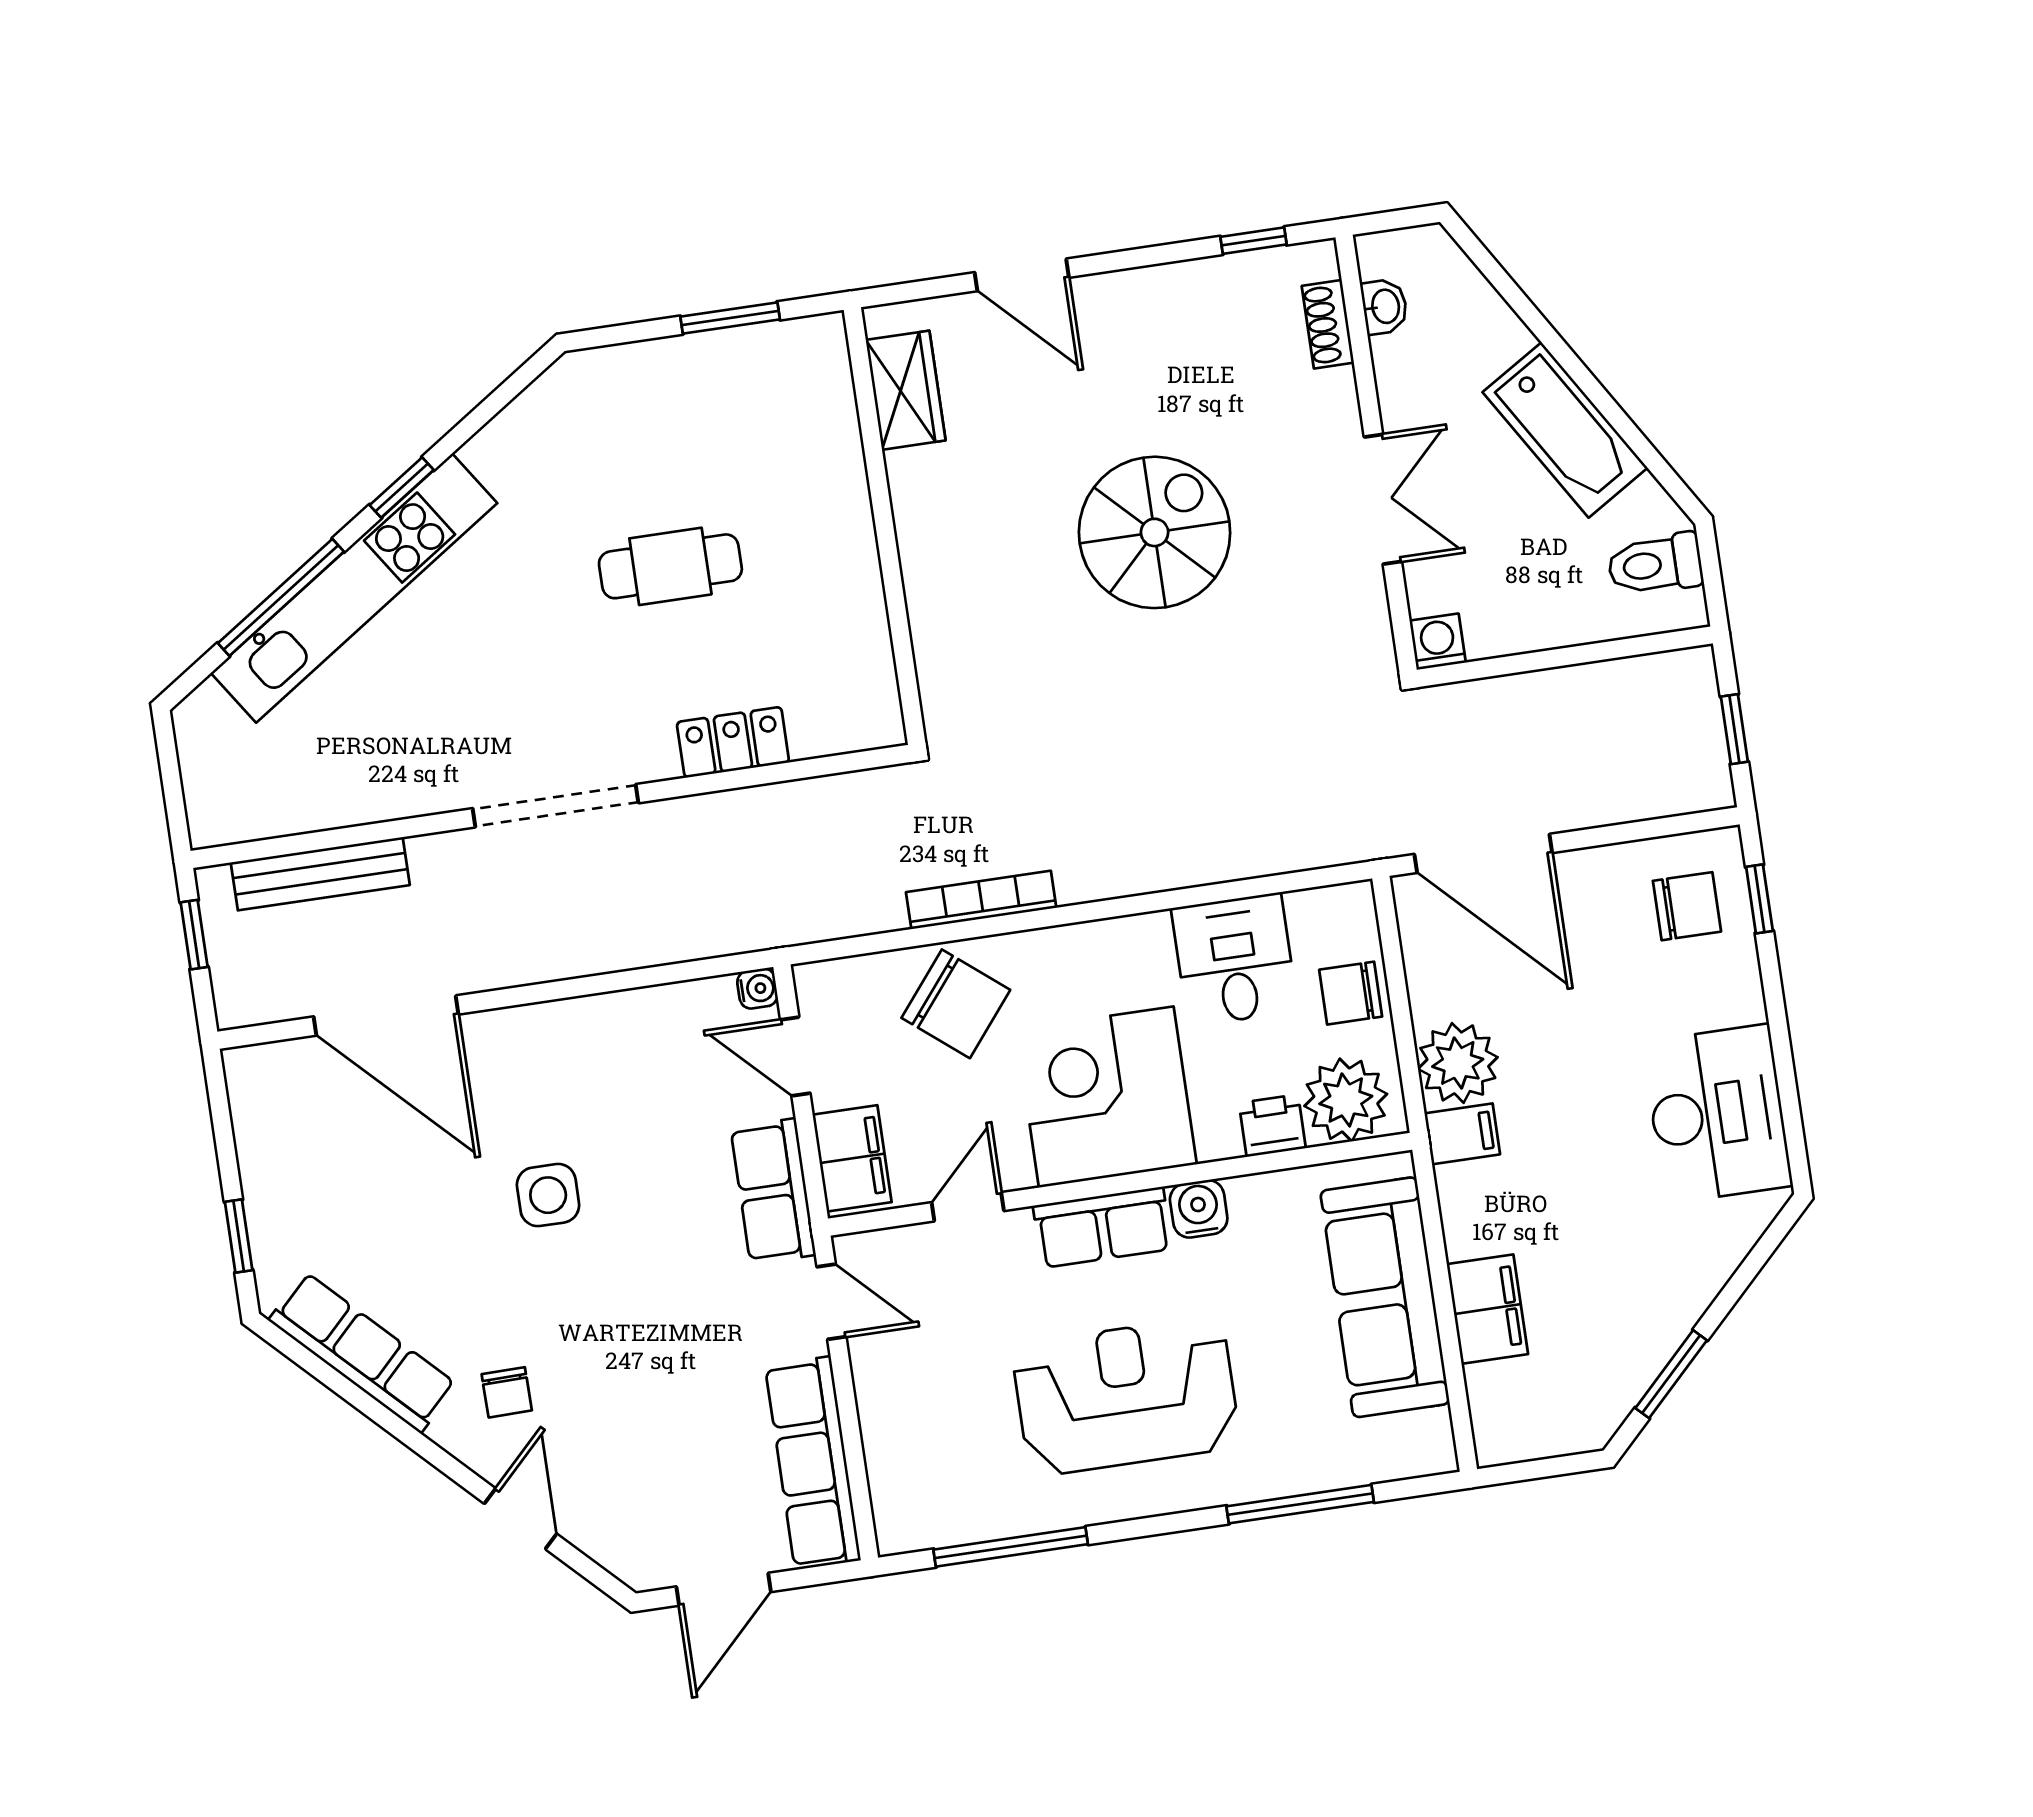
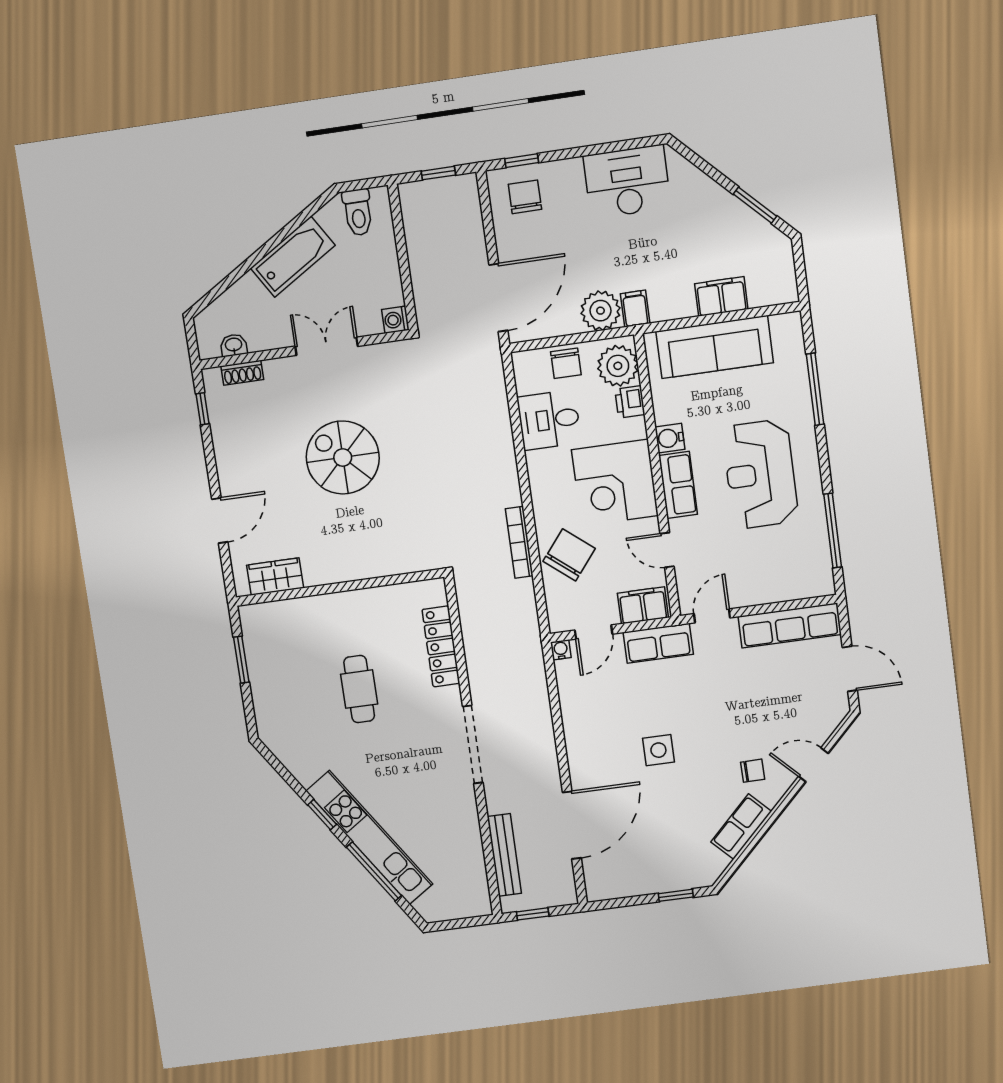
locker: (733, 742) -> (441, 646), width x1.53
row of seats: (363, 1352) -> (741, 827), width x0.68

